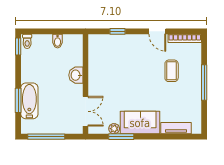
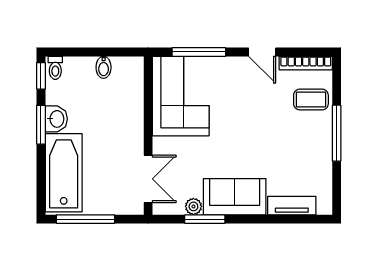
window: (117, 31) -> (199, 52), width x2.17
corner sofa: (106, 59) -> (181, 96), added
coffee table: (172, 71) -> (311, 100), moved, turned 90
washbasin: (76, 75) -> (56, 119), moved, turned 180
window: (18, 100) -> (41, 125), moved
bathtub: (29, 101) -> (64, 173), width x1.36, depth x1.36

